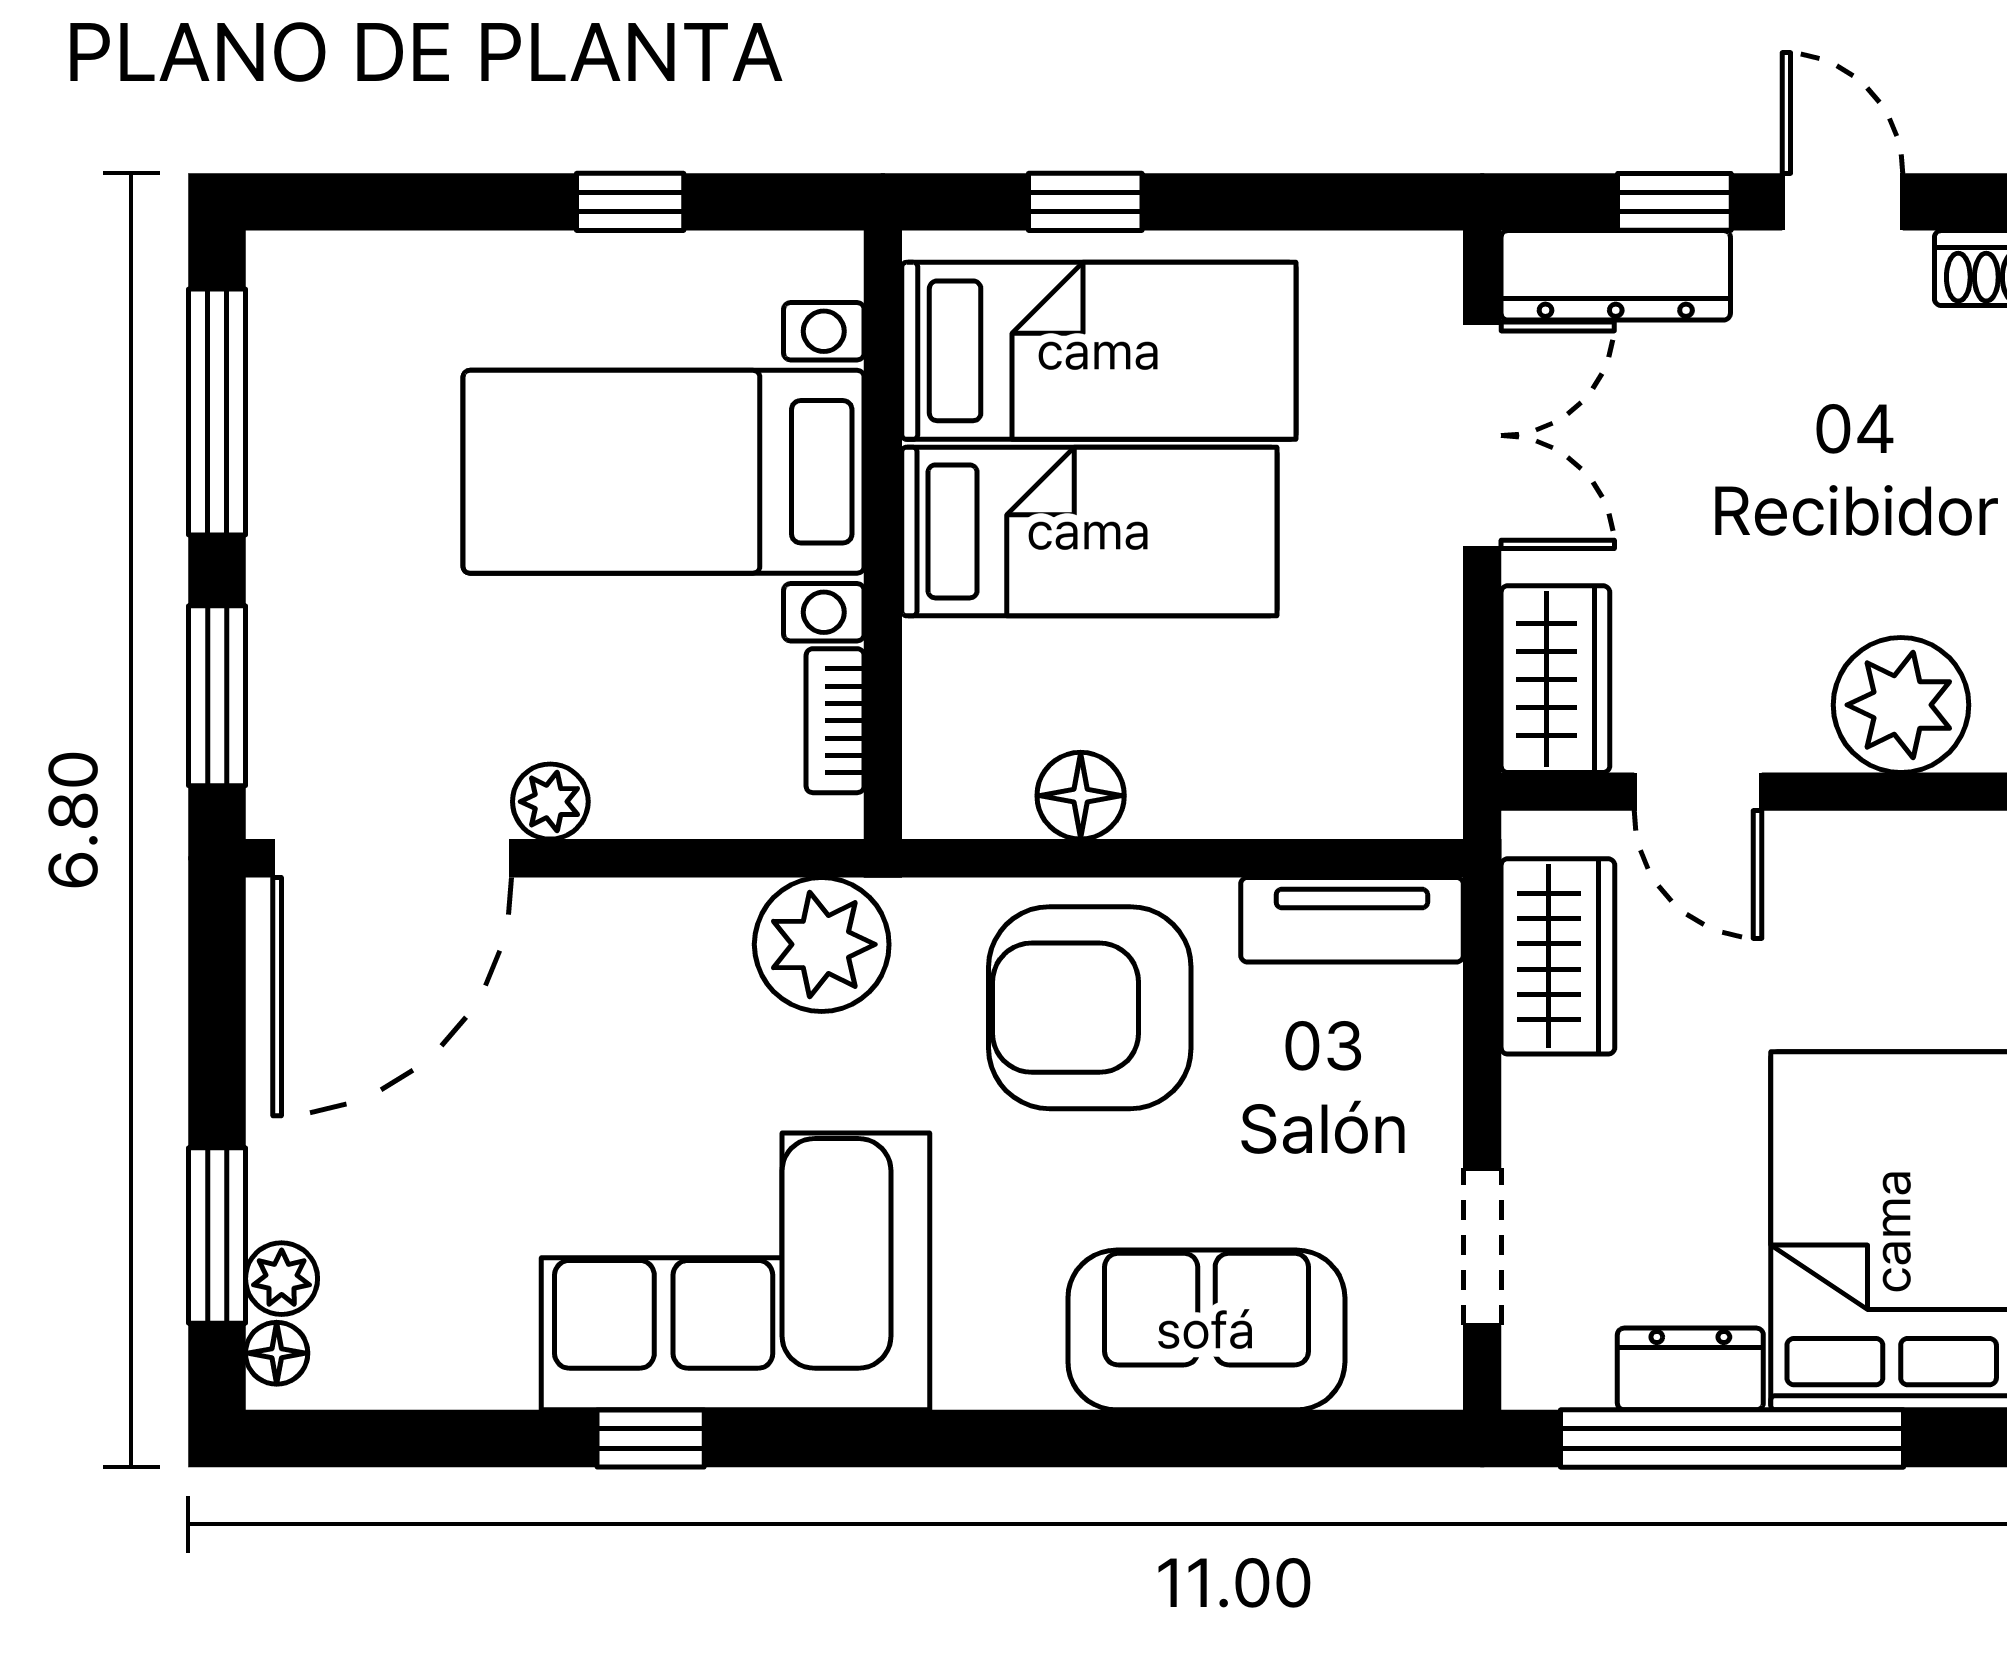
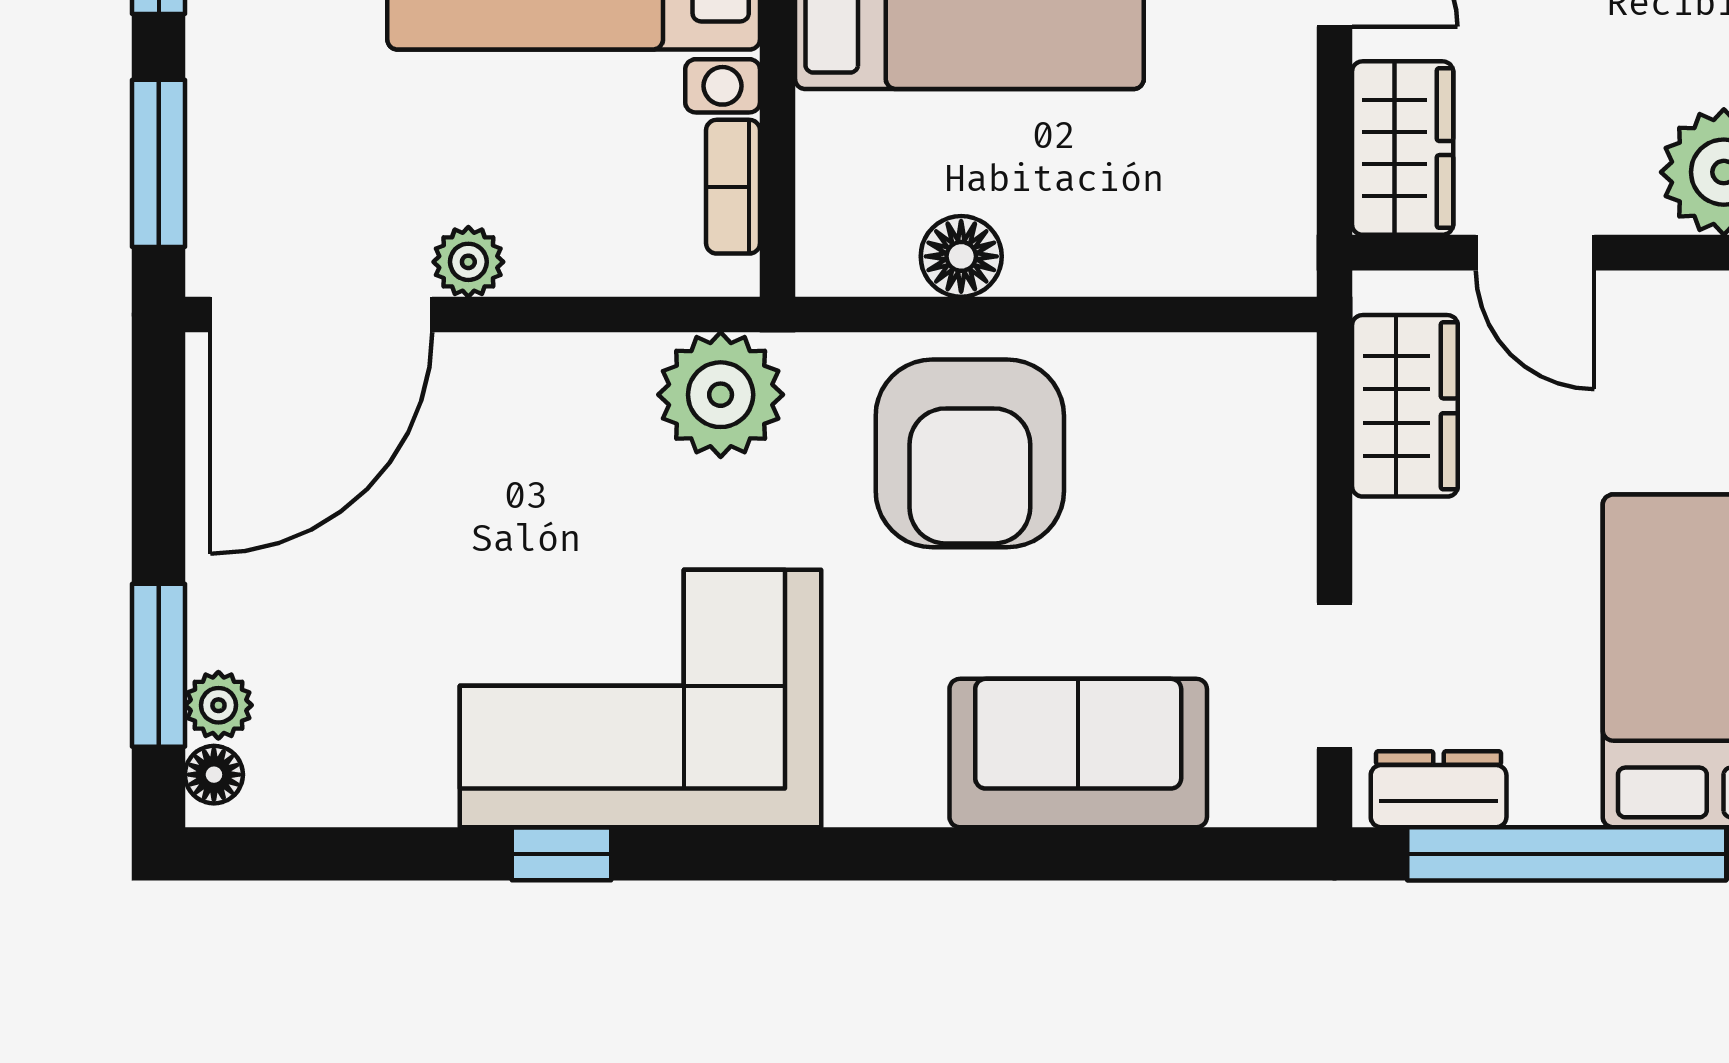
tv unit: (1352, 920) -> (1213, 372), removed
armchair: (1090, 1008) -> (970, 453), turned -90
dresser: (1690, 1369) -> (1439, 789), moved

